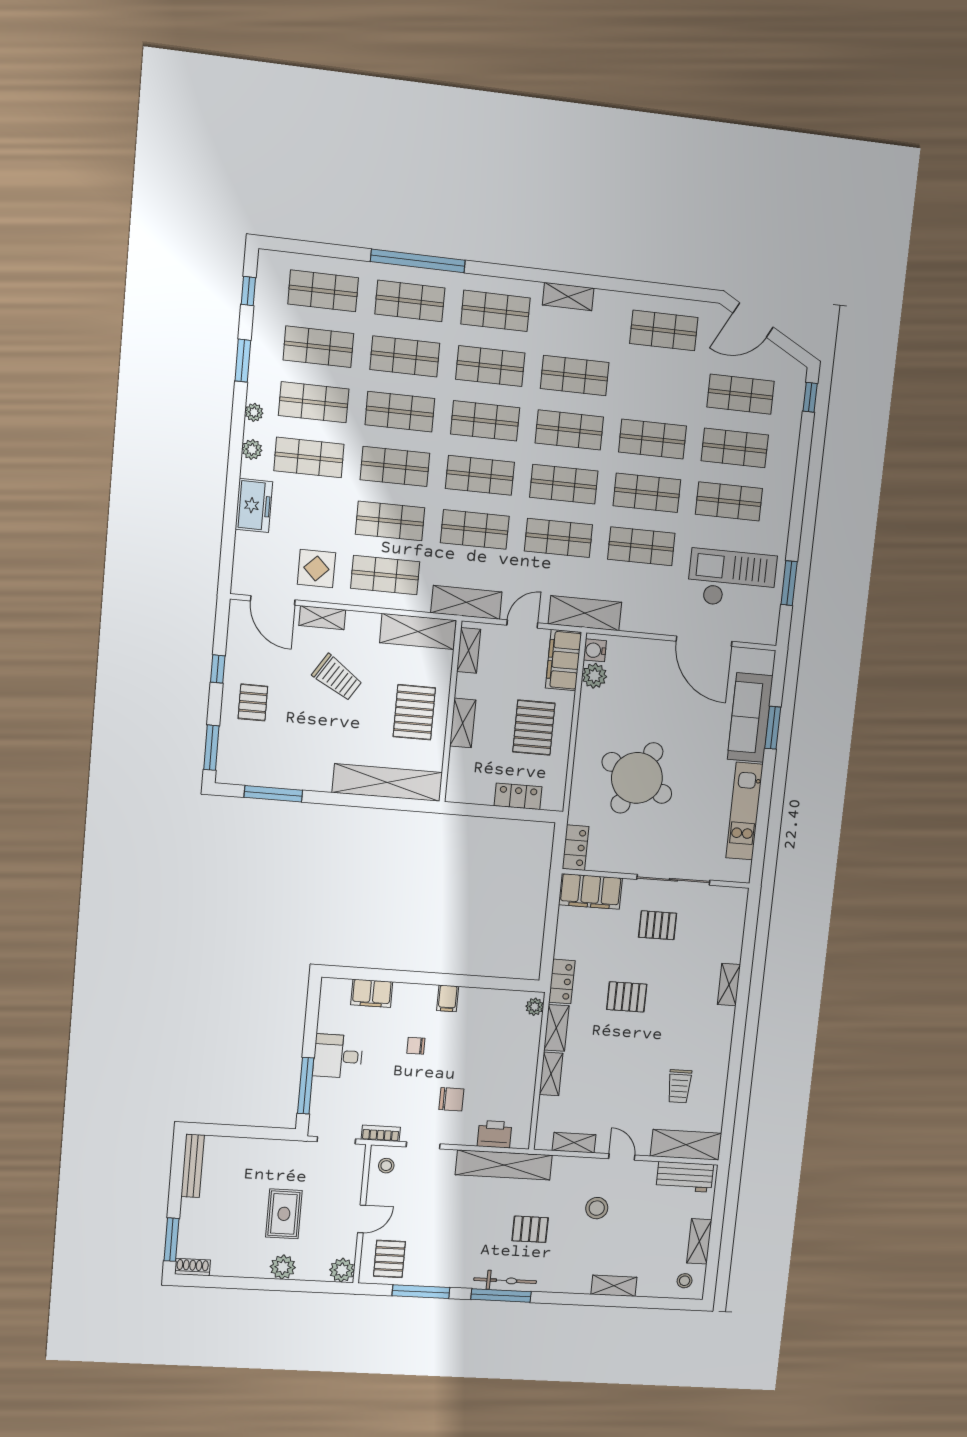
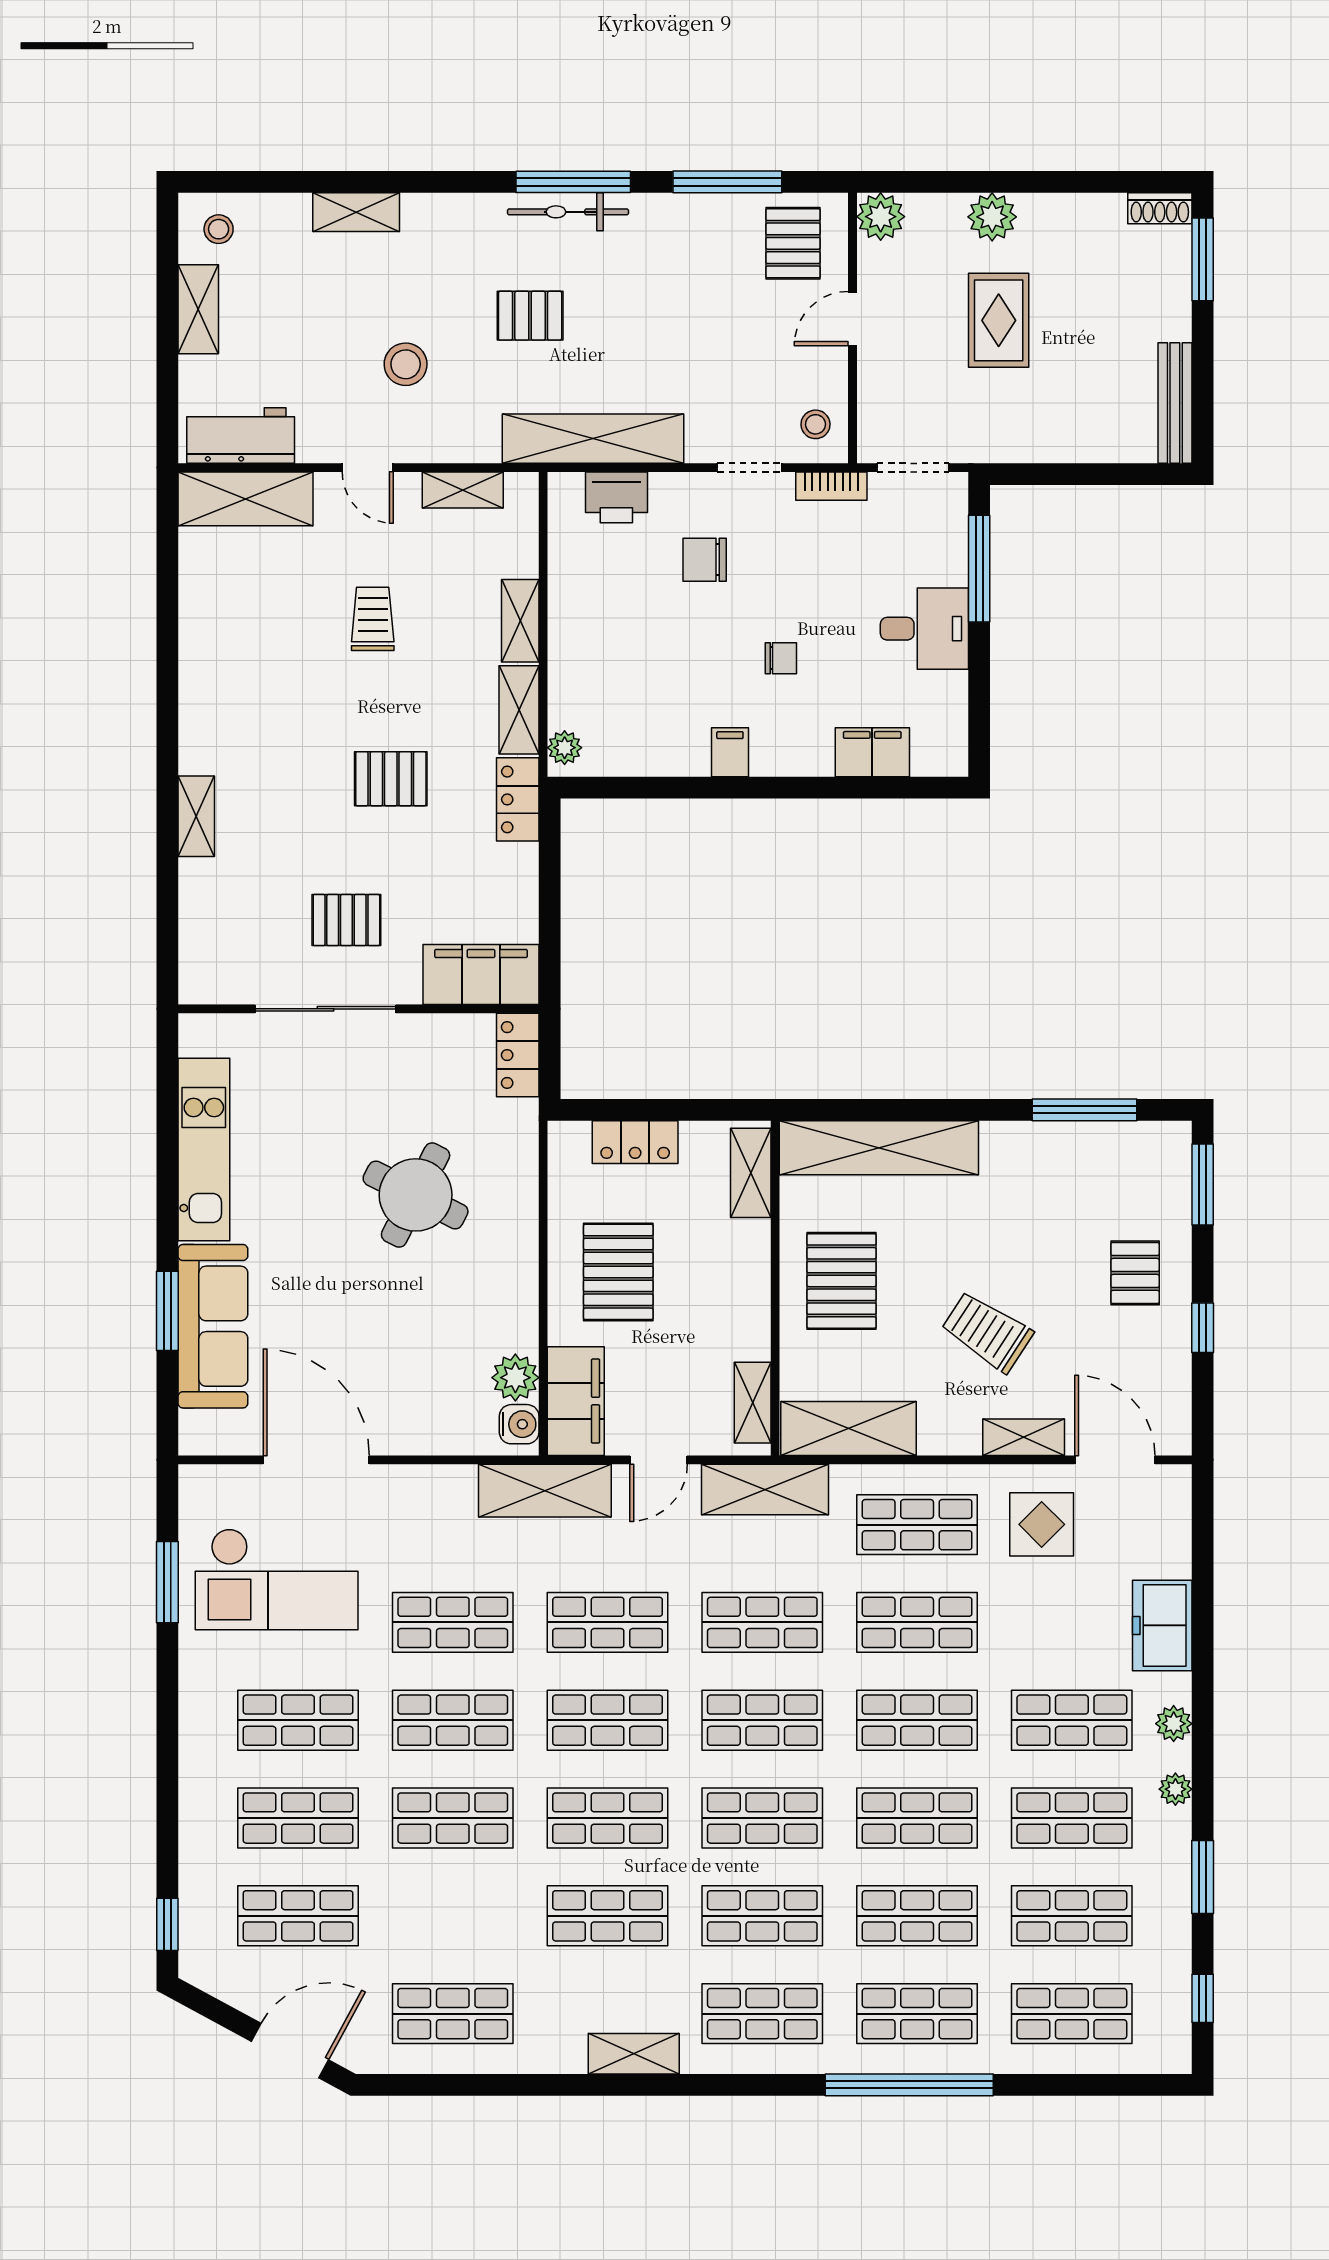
shelving: (463, 723) -> (751, 1173), moved
round table: (637, 778) -> (416, 1195), width x0.73, depth x0.73
trolley: (679, 1086) -> (373, 619), moved

